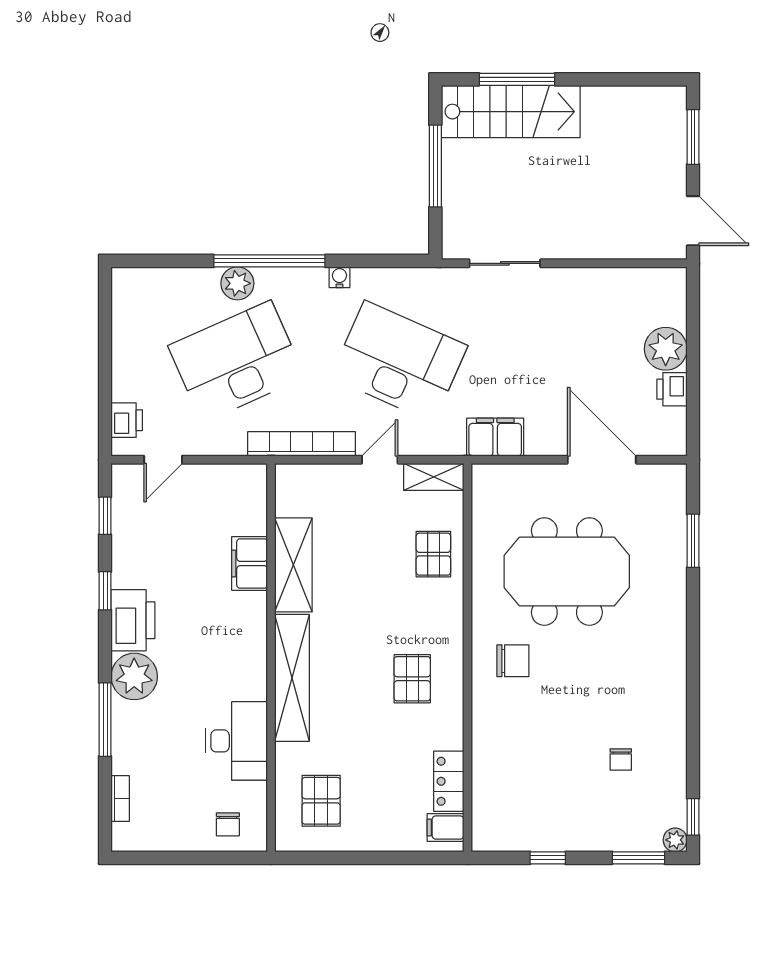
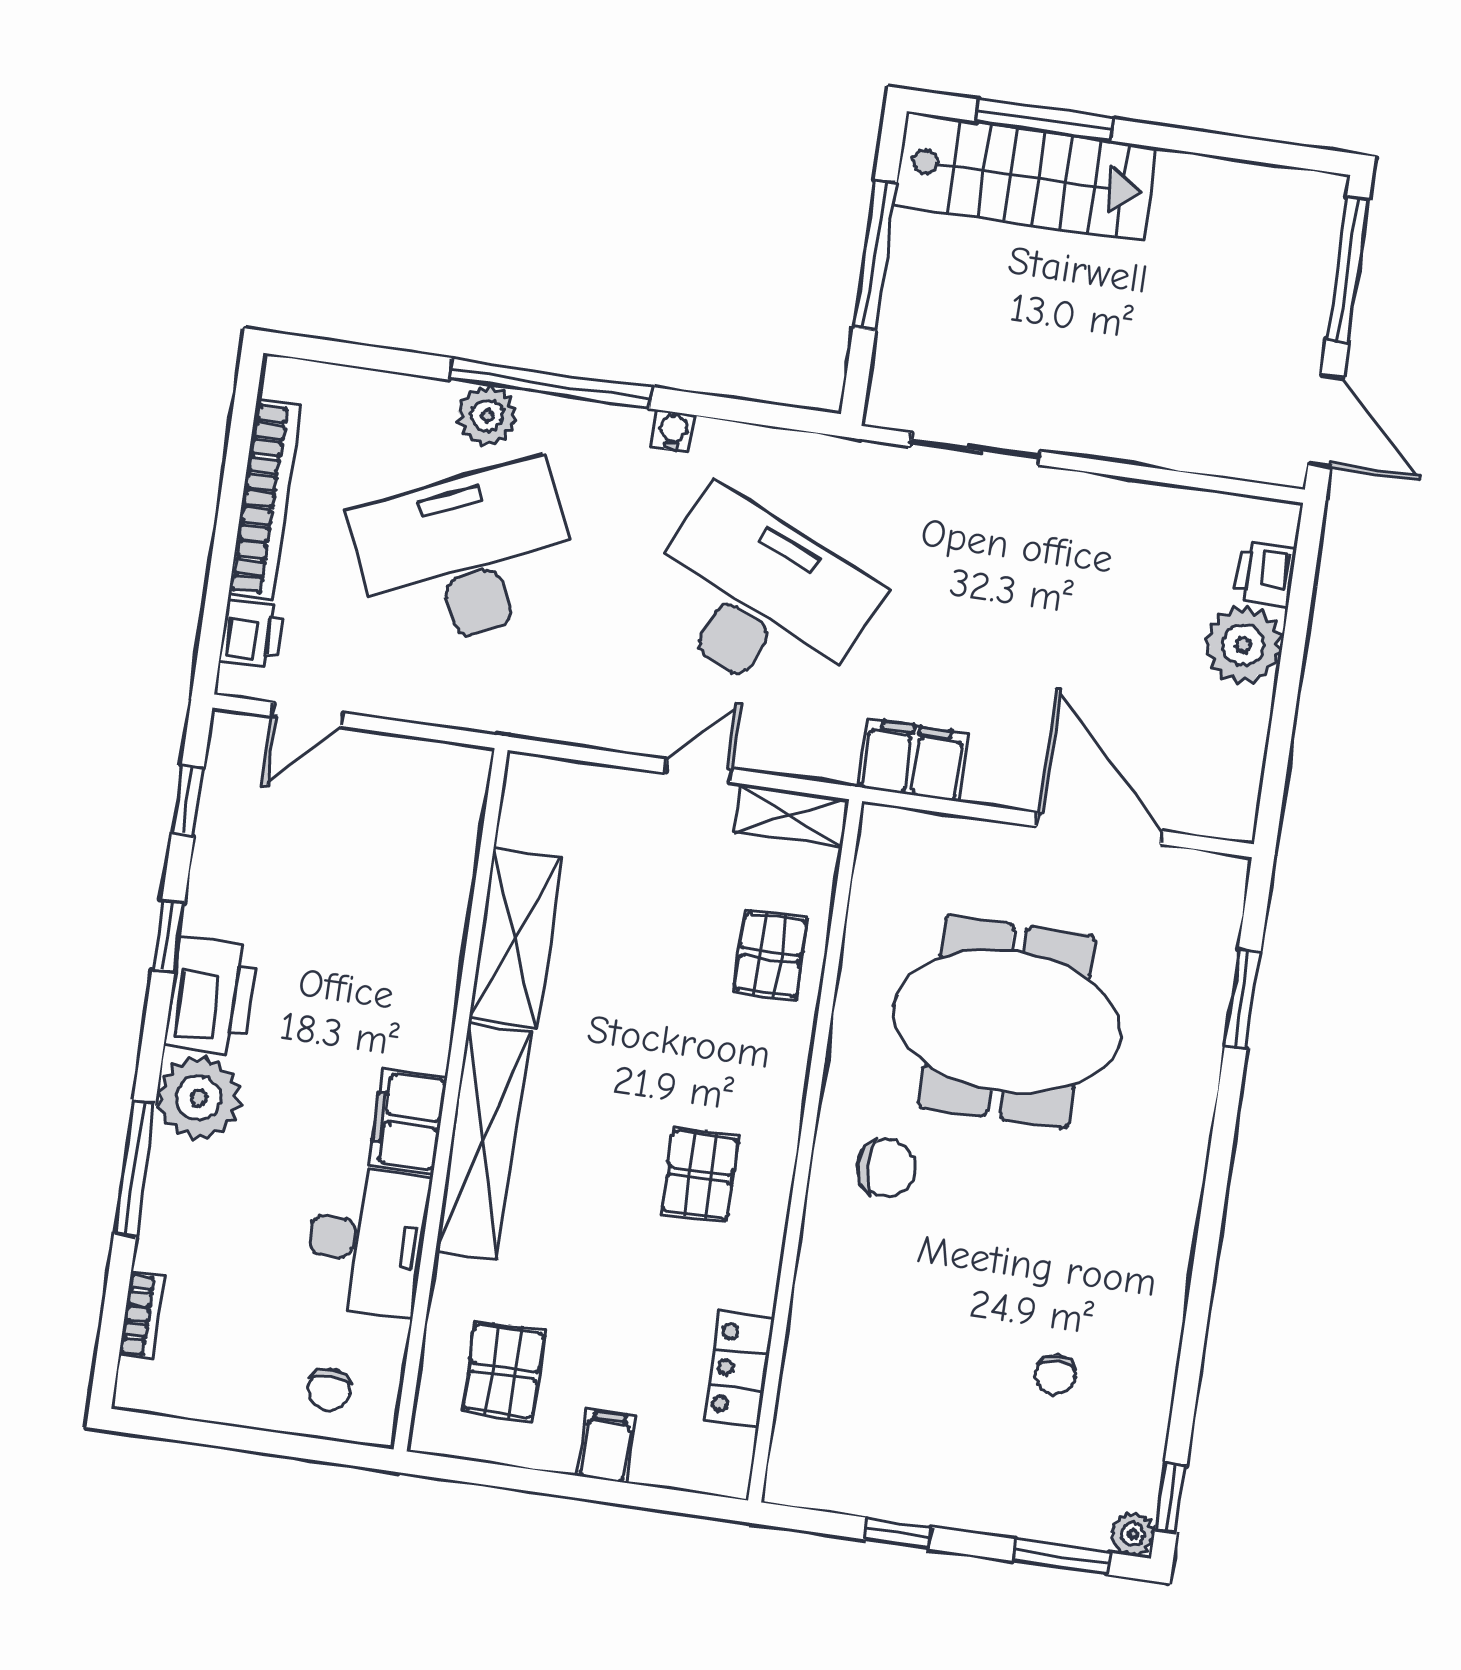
window: (693, 137) -> (1348, 270), width x1.44
printer: (672, 389) -> (1265, 574), moved
bookcase: (302, 444) -> (265, 500), moved, turned 90
filing cabinet: (250, 563) -> (408, 1121), moved
filing cabinet: (445, 828) -> (606, 1446), moved, turned 90

